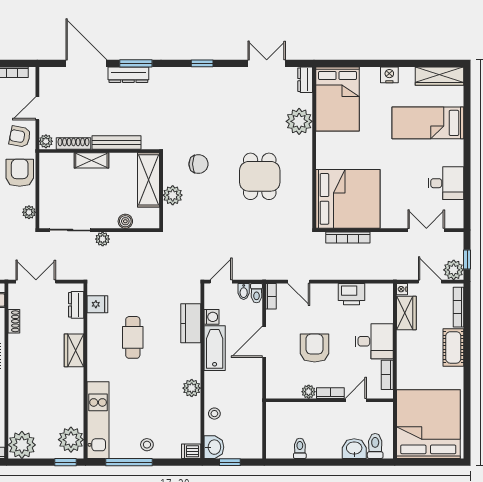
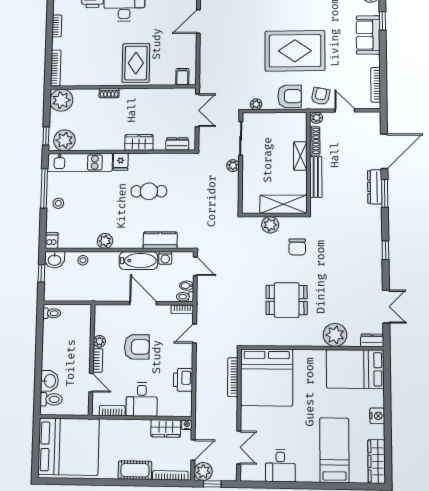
boiler: (125, 221) -> (248, 185), removed
fridge: (97, 304) -> (121, 162), moved
shoe rack: (14, 321) -> (109, 93), moved
toilet: (300, 448) -> (52, 313), moved

